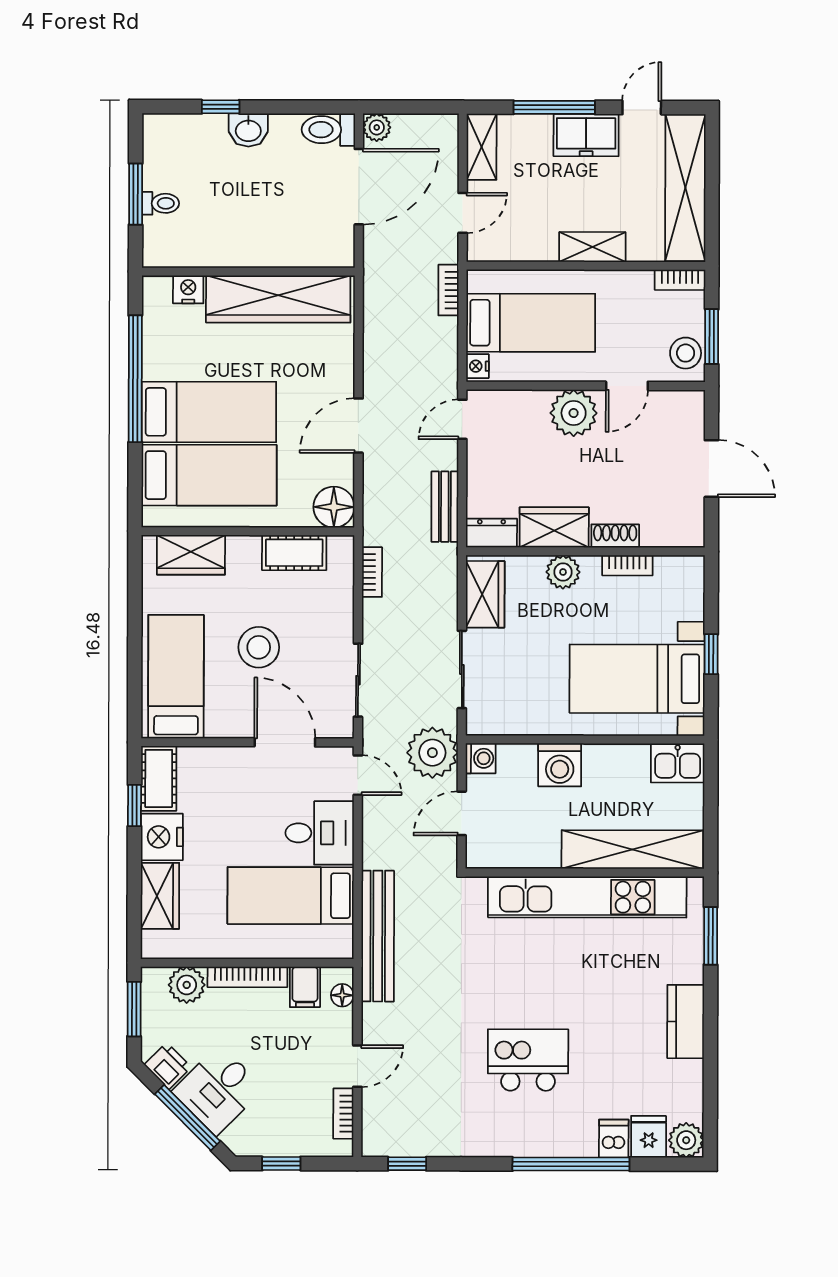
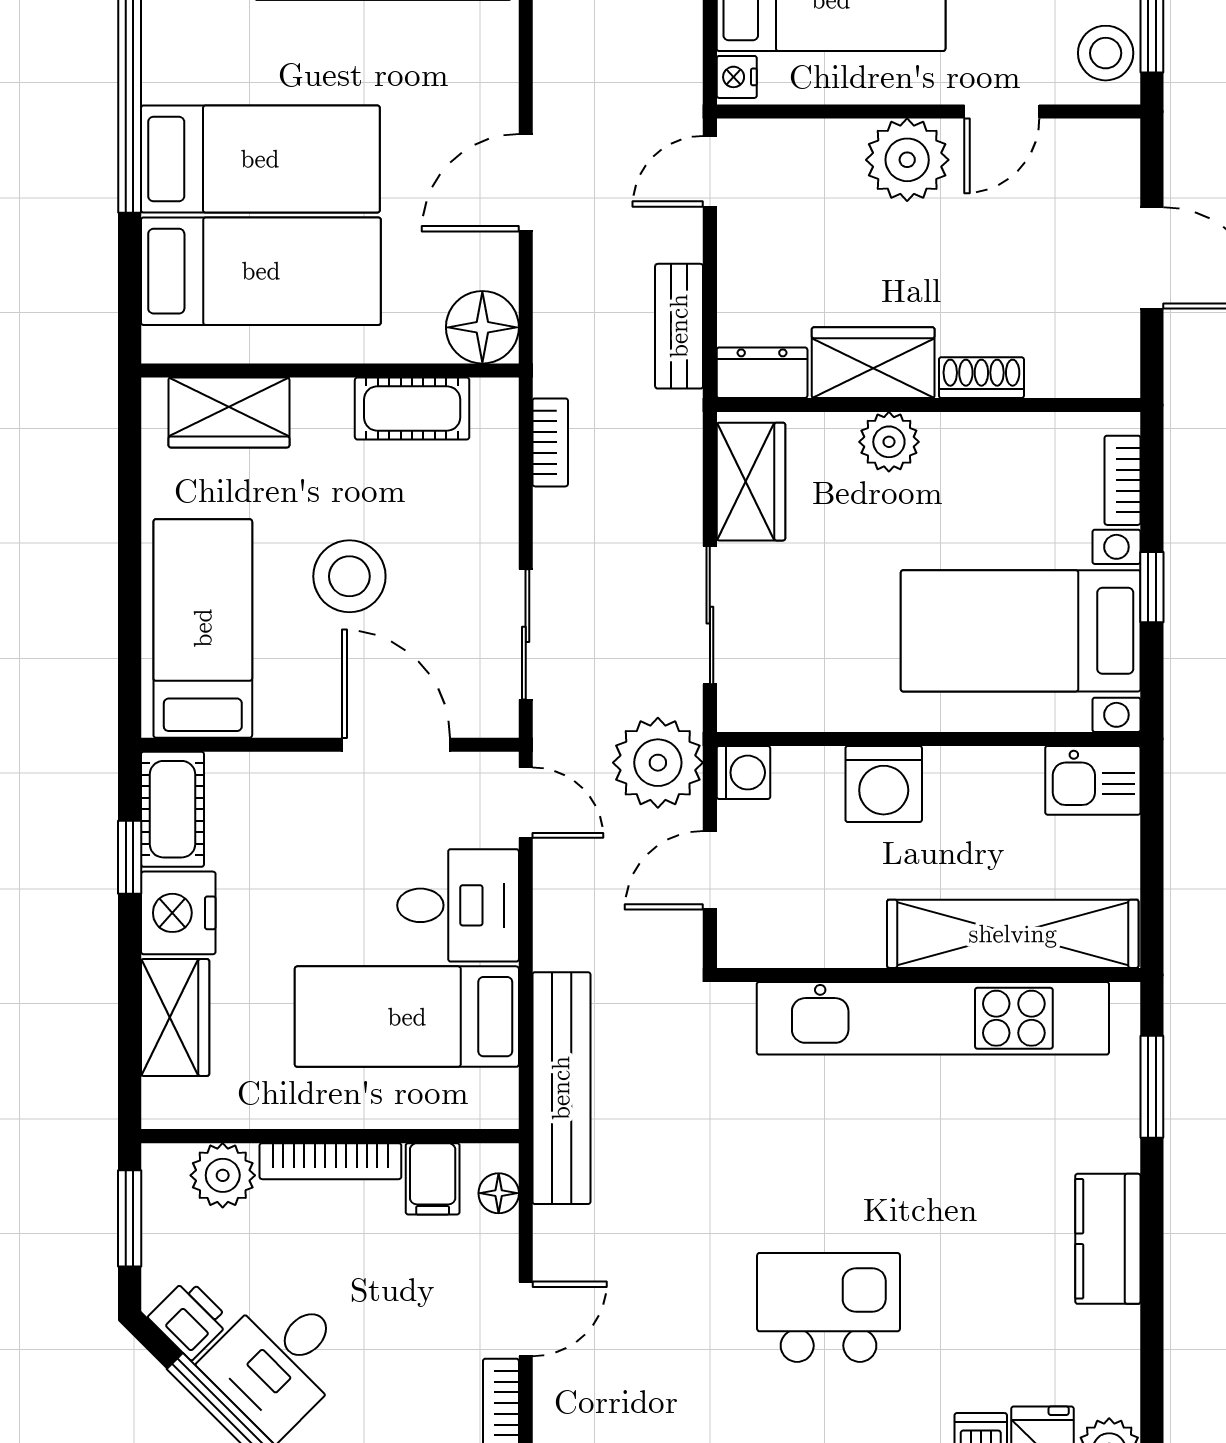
bookcase: (627, 565) -> (1123, 480), moved, turned 90

